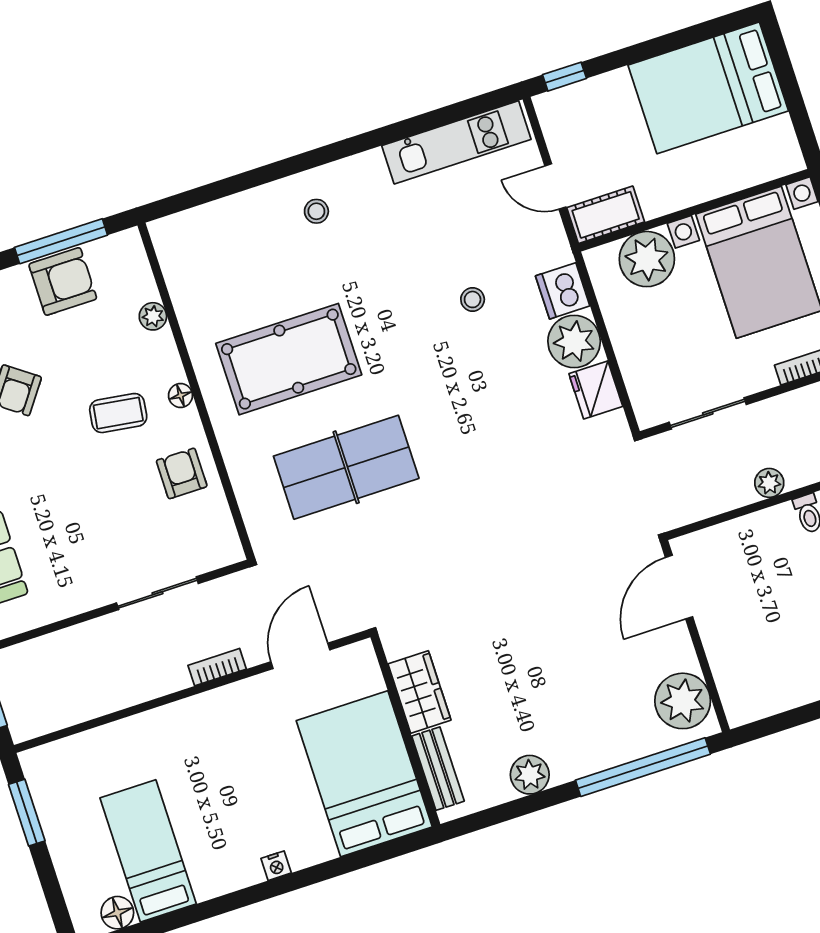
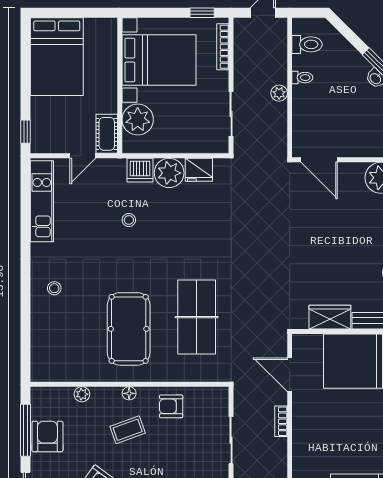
coffee table: (118, 413) -> (128, 430), turned 62

